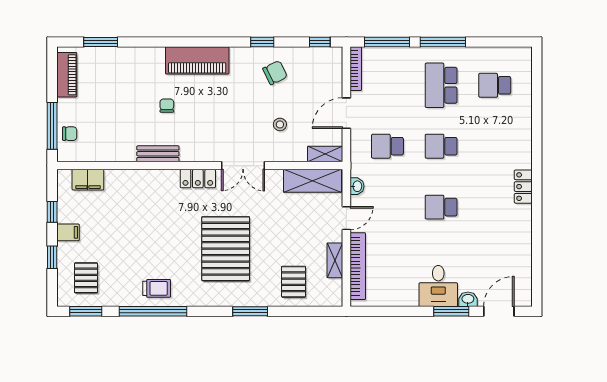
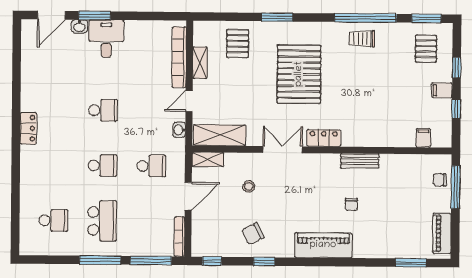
filing cabinet: (88, 180) -> (423, 138), width x0.50

